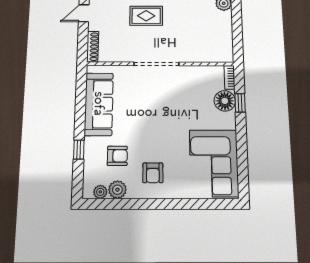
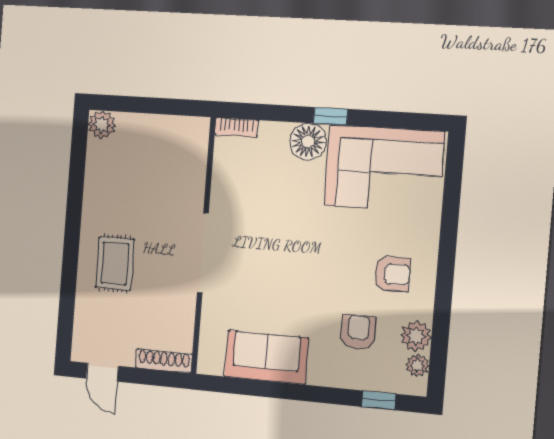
floor lamp: (225, 101) -> (308, 142), moved
window: (240, 103) -> (330, 116), moved
sofa: (99, 104) -> (266, 357), width x0.73
window: (79, 150) -> (379, 400), moved

